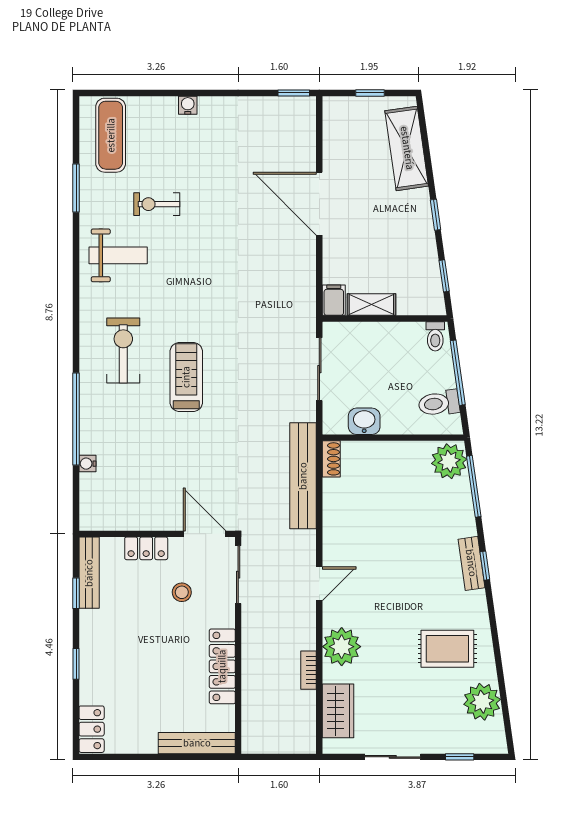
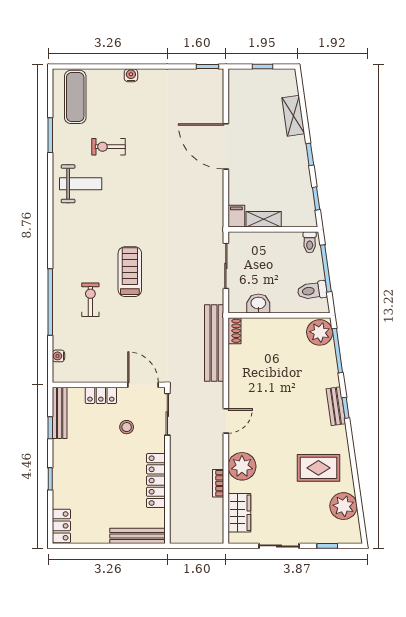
shelving: (407, 148) -> (293, 116), width x0.67, depth x0.75
exercise bike: (123, 351) -> (90, 300), moved, width x0.73, depth x0.72
water cooler: (87, 464) -> (58, 356), moved

